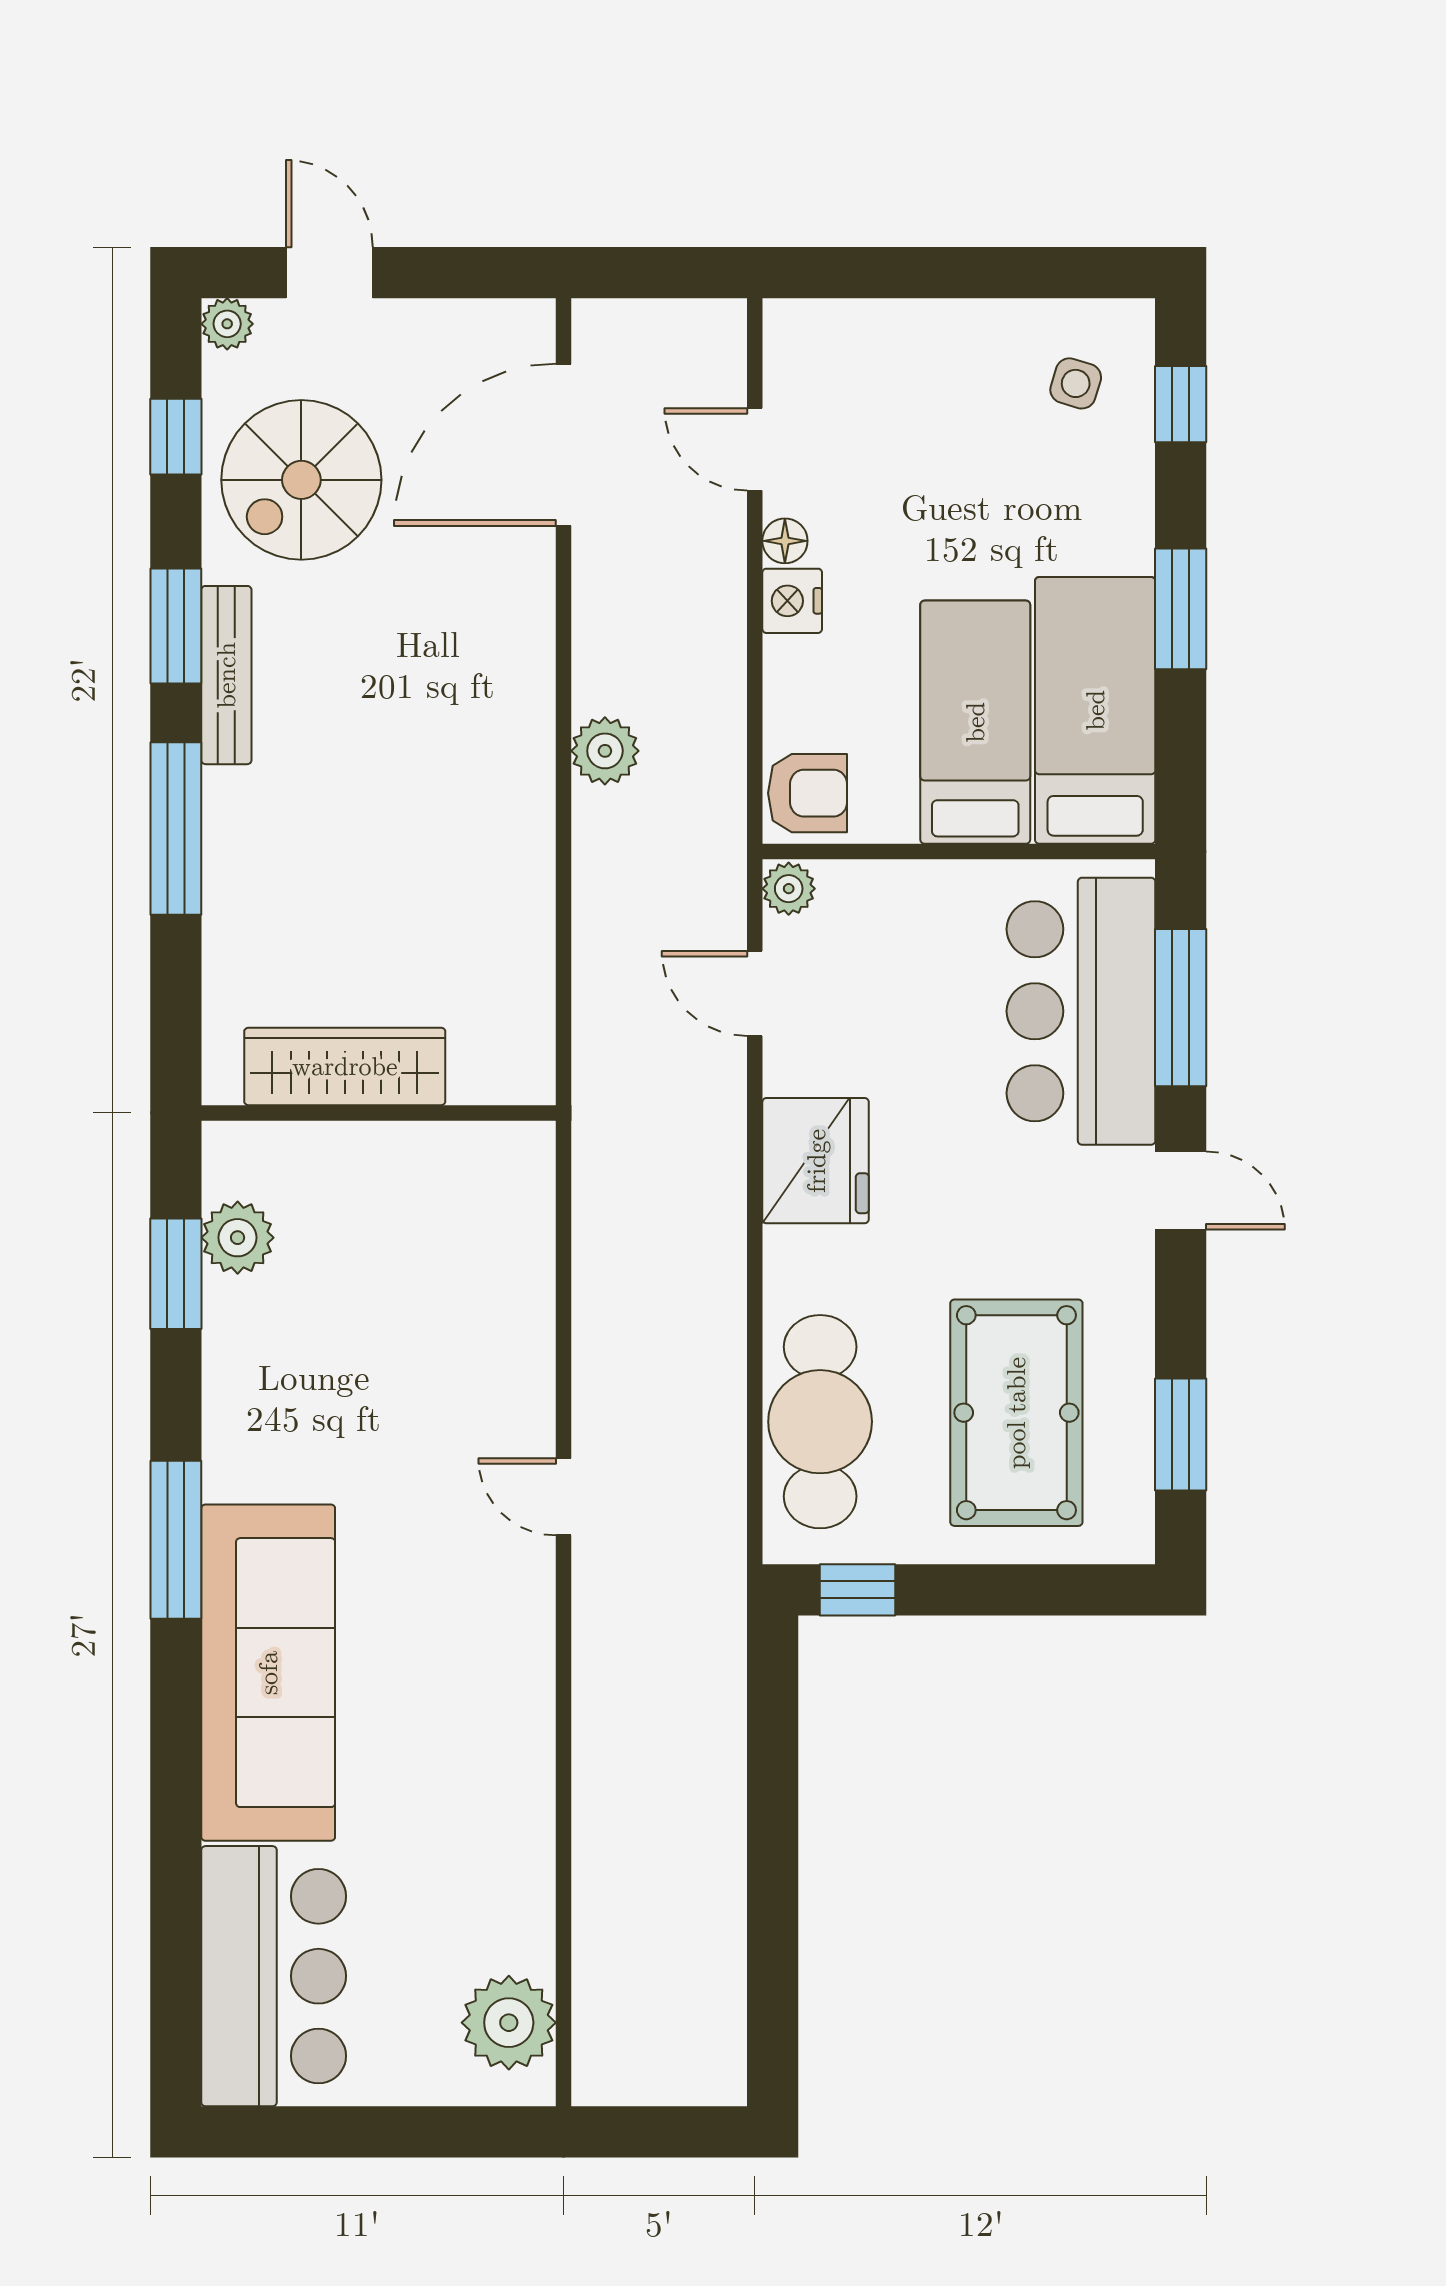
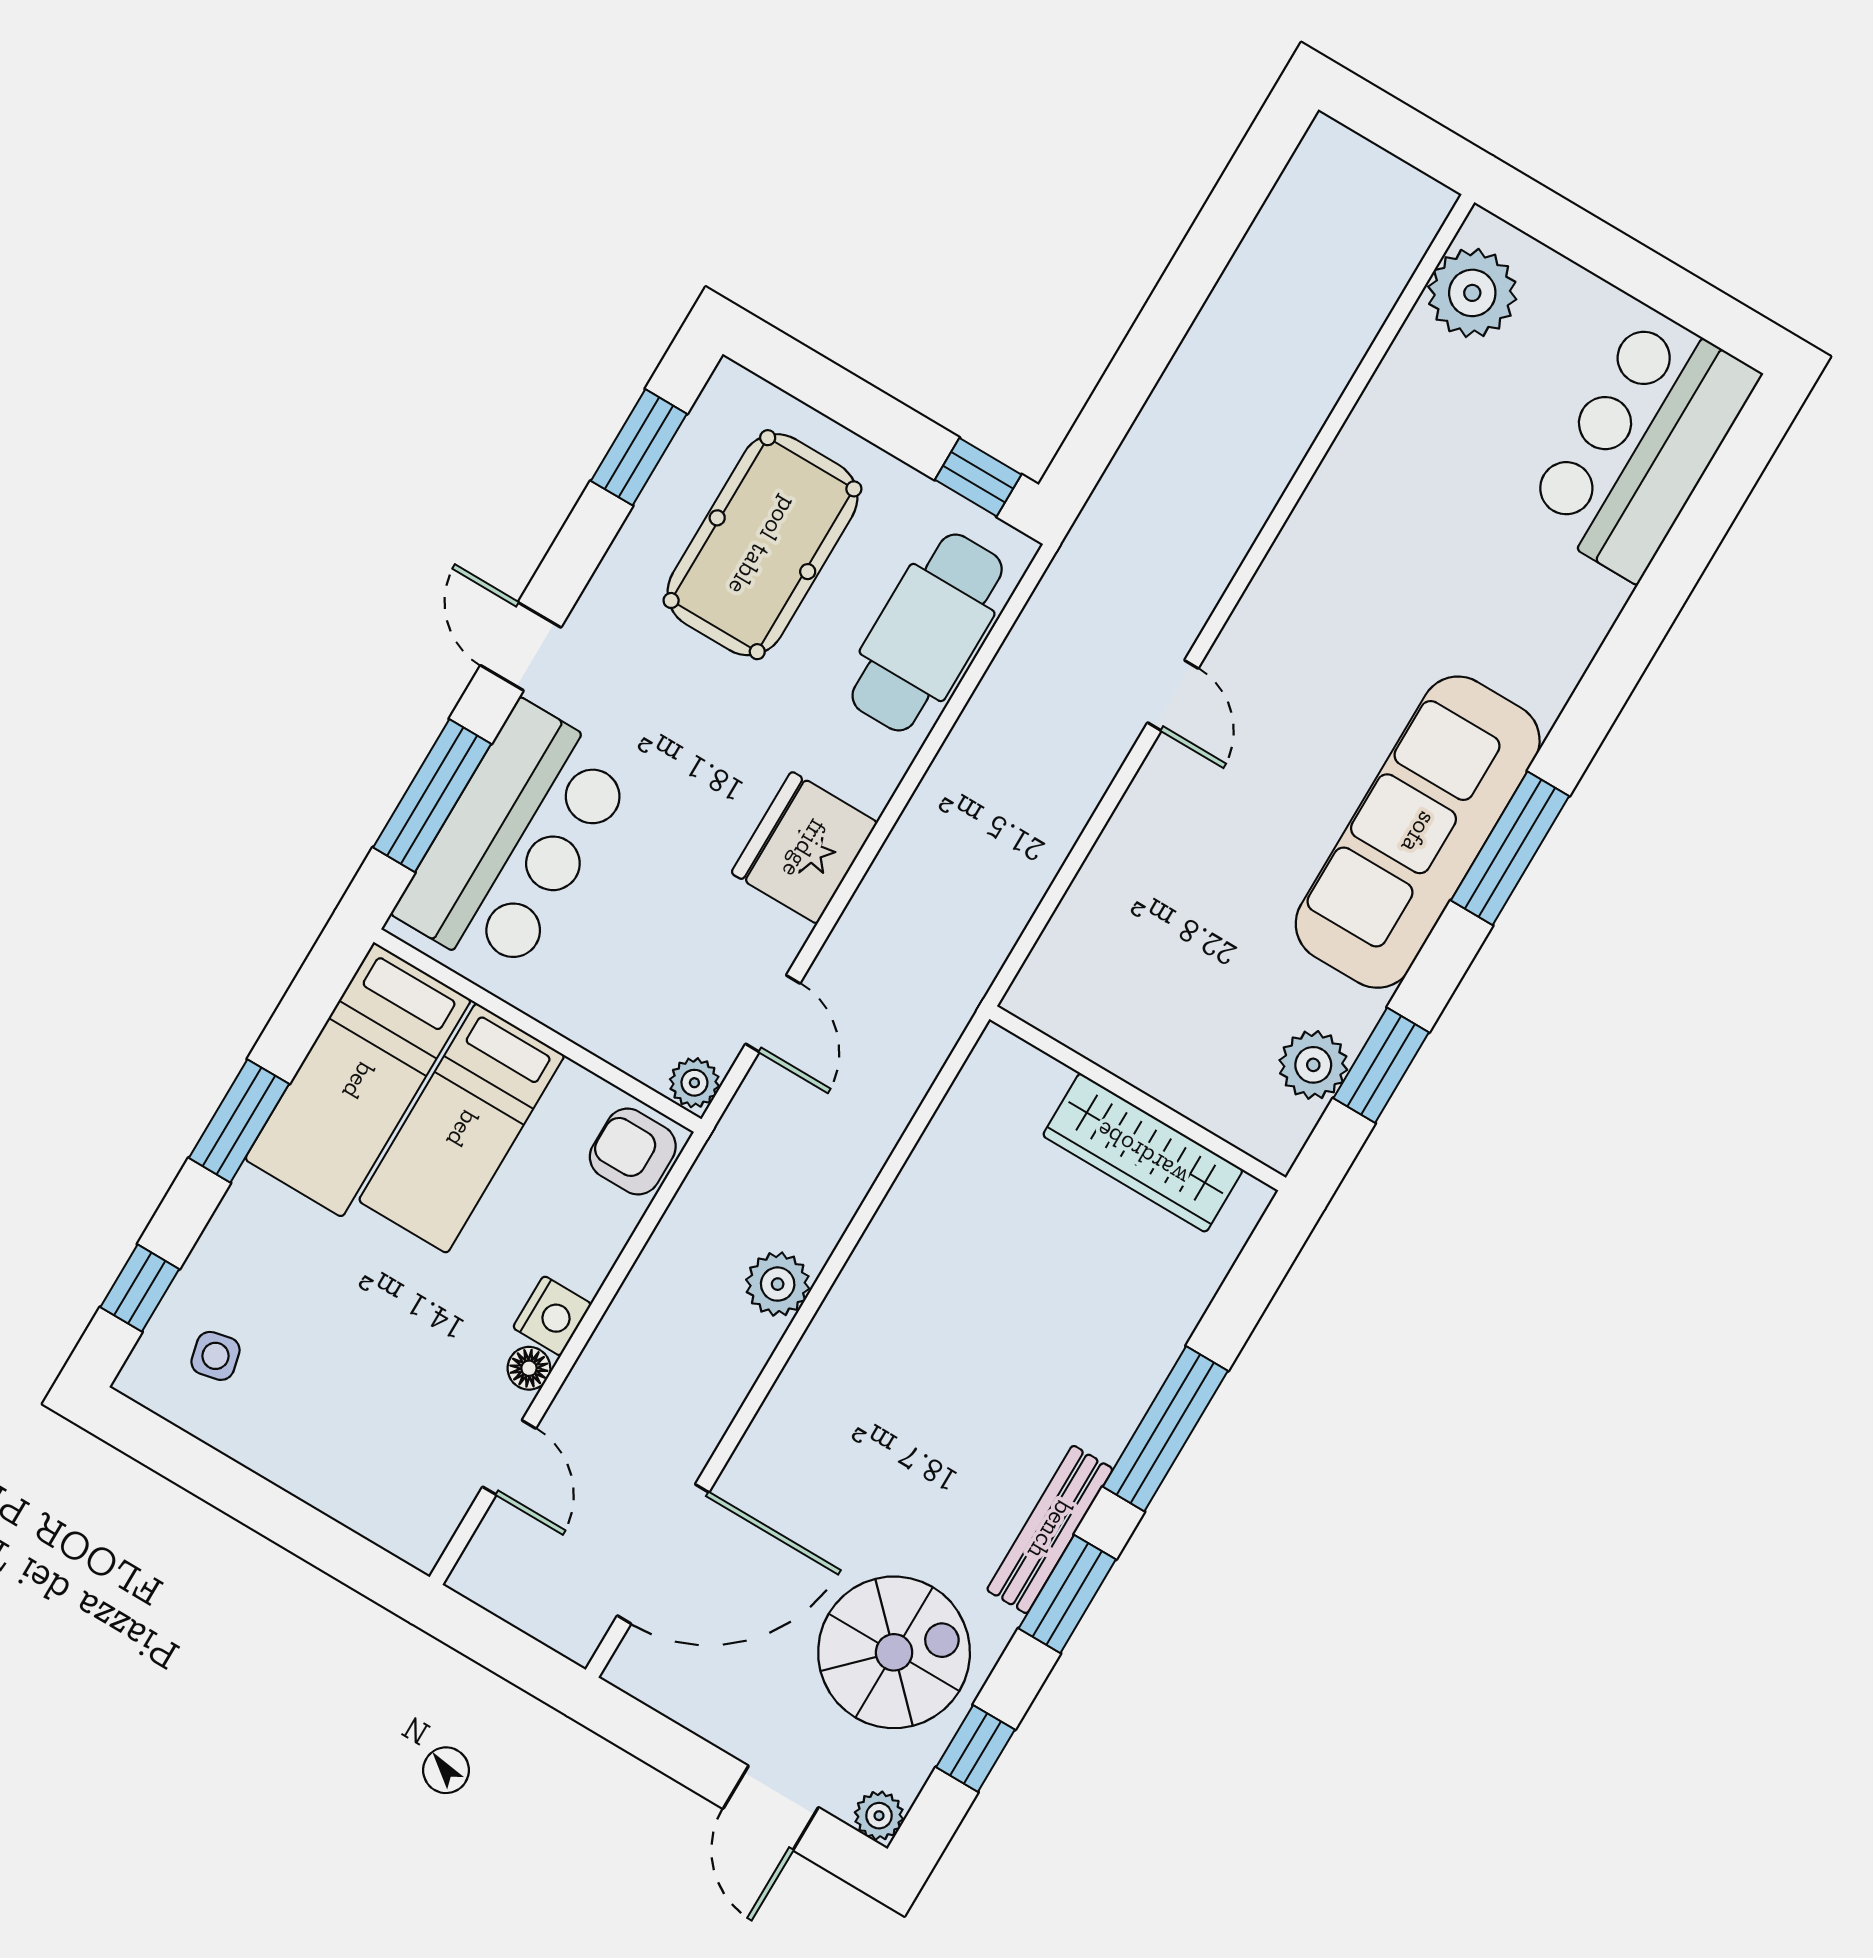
side table: (1076, 383) -> (215, 1356), turned -30
sofa: (268, 1673) -> (1418, 832), moved

